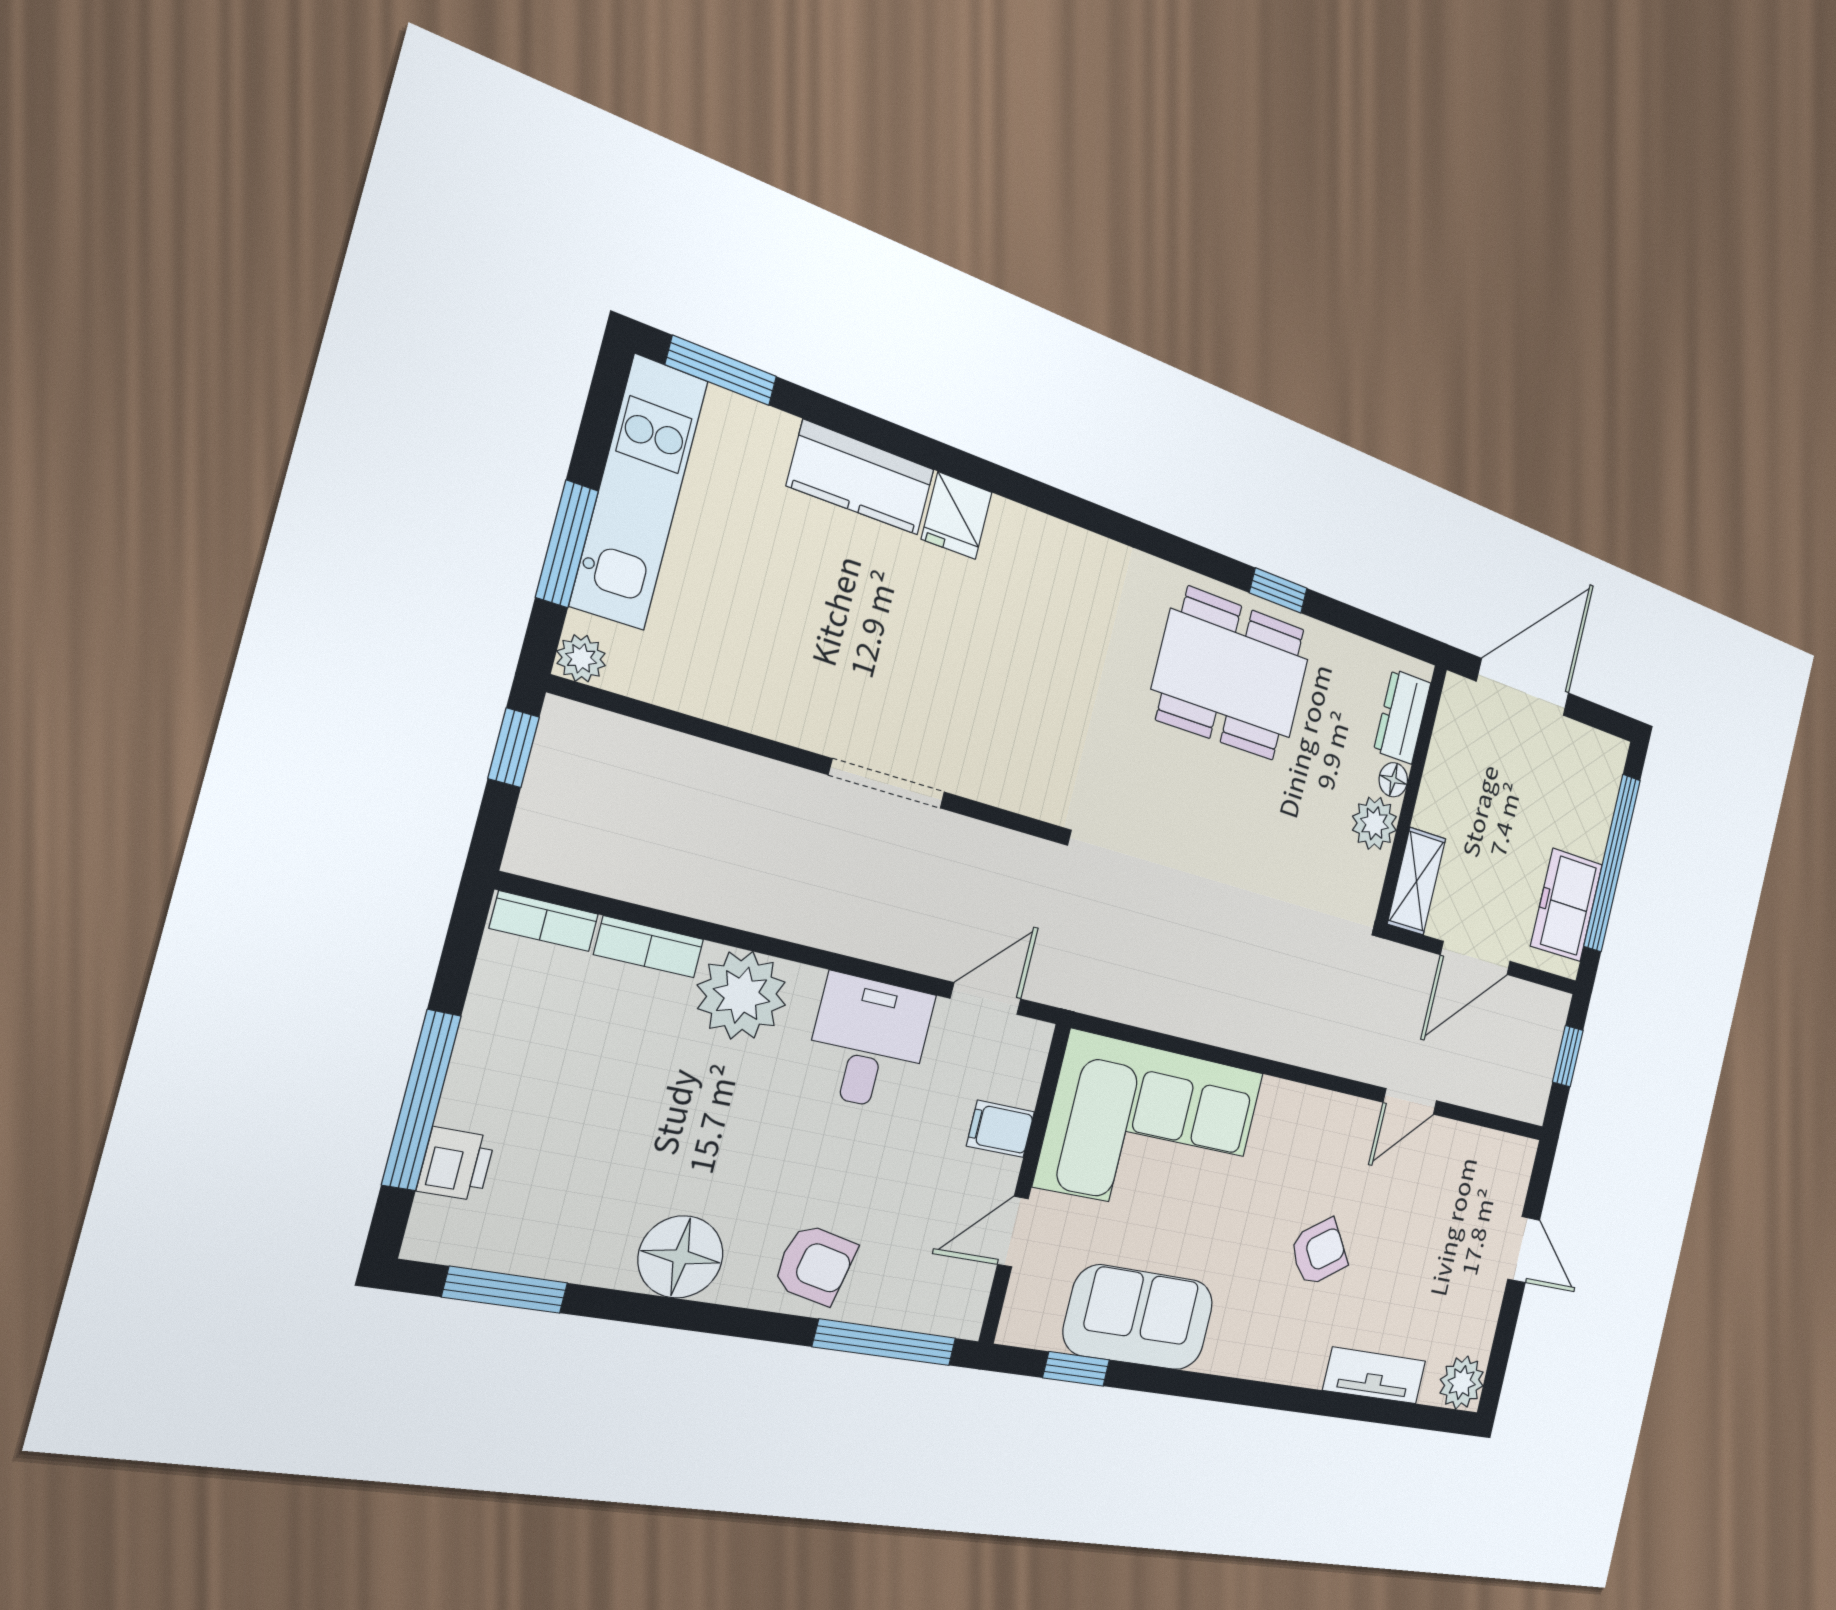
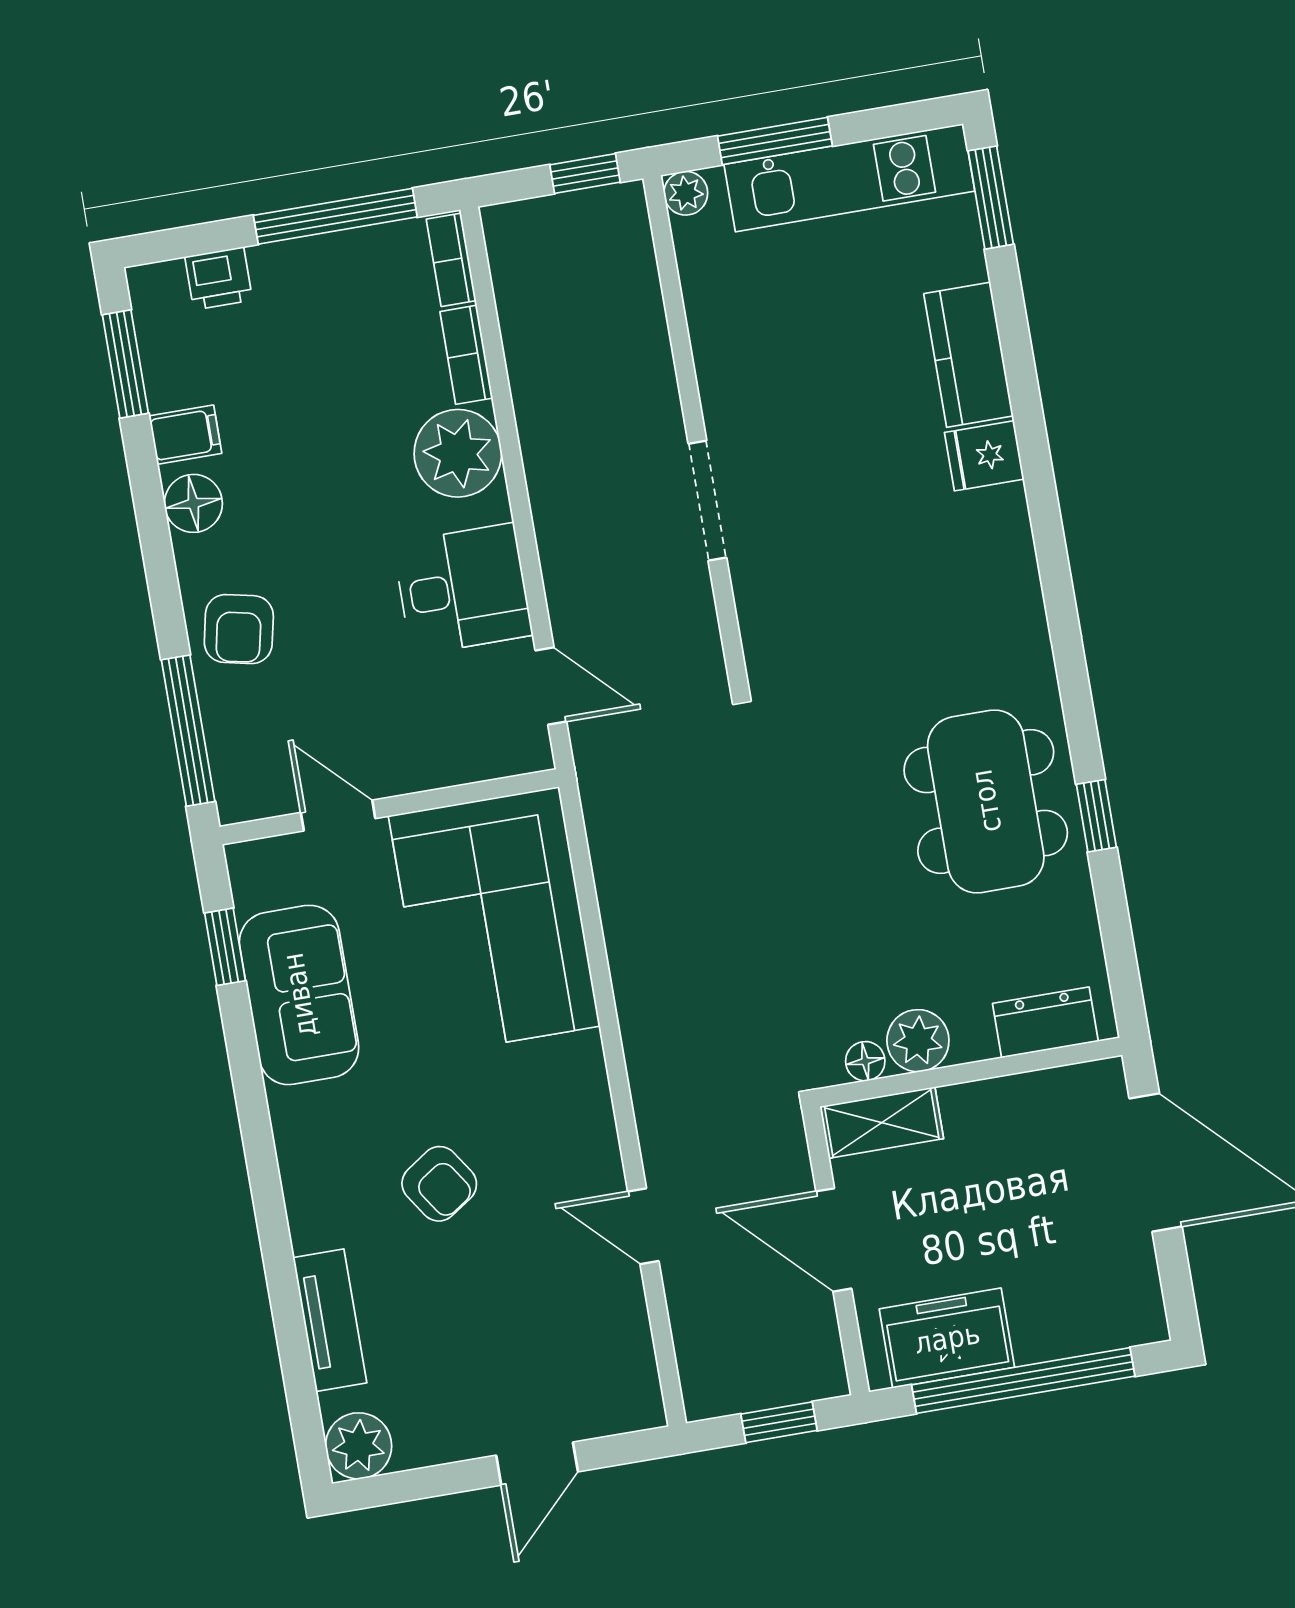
floor lamp: (1393, 780) -> (865, 1061), moved
window: (421, 1100) -> (335, 216), moved
filing cabinet: (1000, 1129) -> (185, 435), moved, turned 90
floor lamp: (681, 1257) -> (193, 503), width x0.73, depth x0.73

